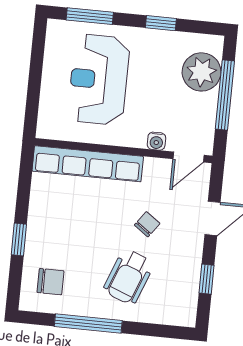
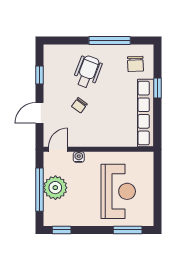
window: (161, 23) -> (62, 230), moved
plant: (201, 72) -> (55, 188), moved
row of seats: (88, 164) -> (146, 113), moved, turned -90
chair: (50, 282) -> (135, 64), turned -92

